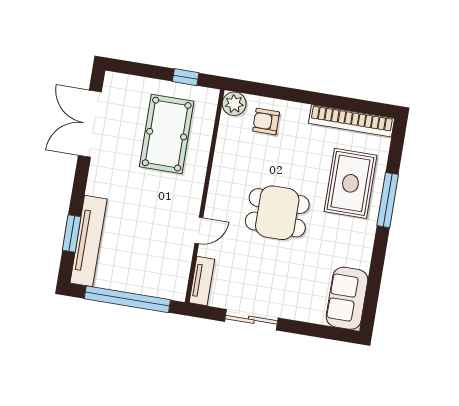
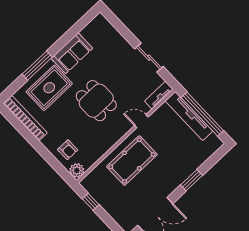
pool table: (167, 134) -> (132, 161), moved
window: (72, 233) -> (192, 180), moved
tv unit: (89, 241) -> (189, 116), moved, turned -90
sofa: (347, 298) -> (72, 53), moved

